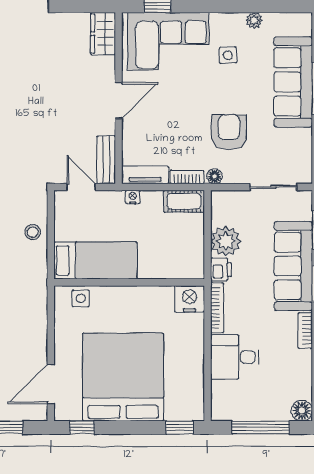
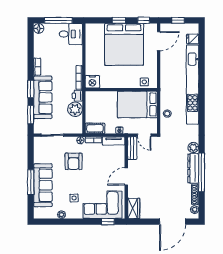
bed: (95, 260) -> (137, 104), width x1.50
desk: (235, 357) -> (71, 34), moved
window: (180, 427) -> (119, 20), moved

